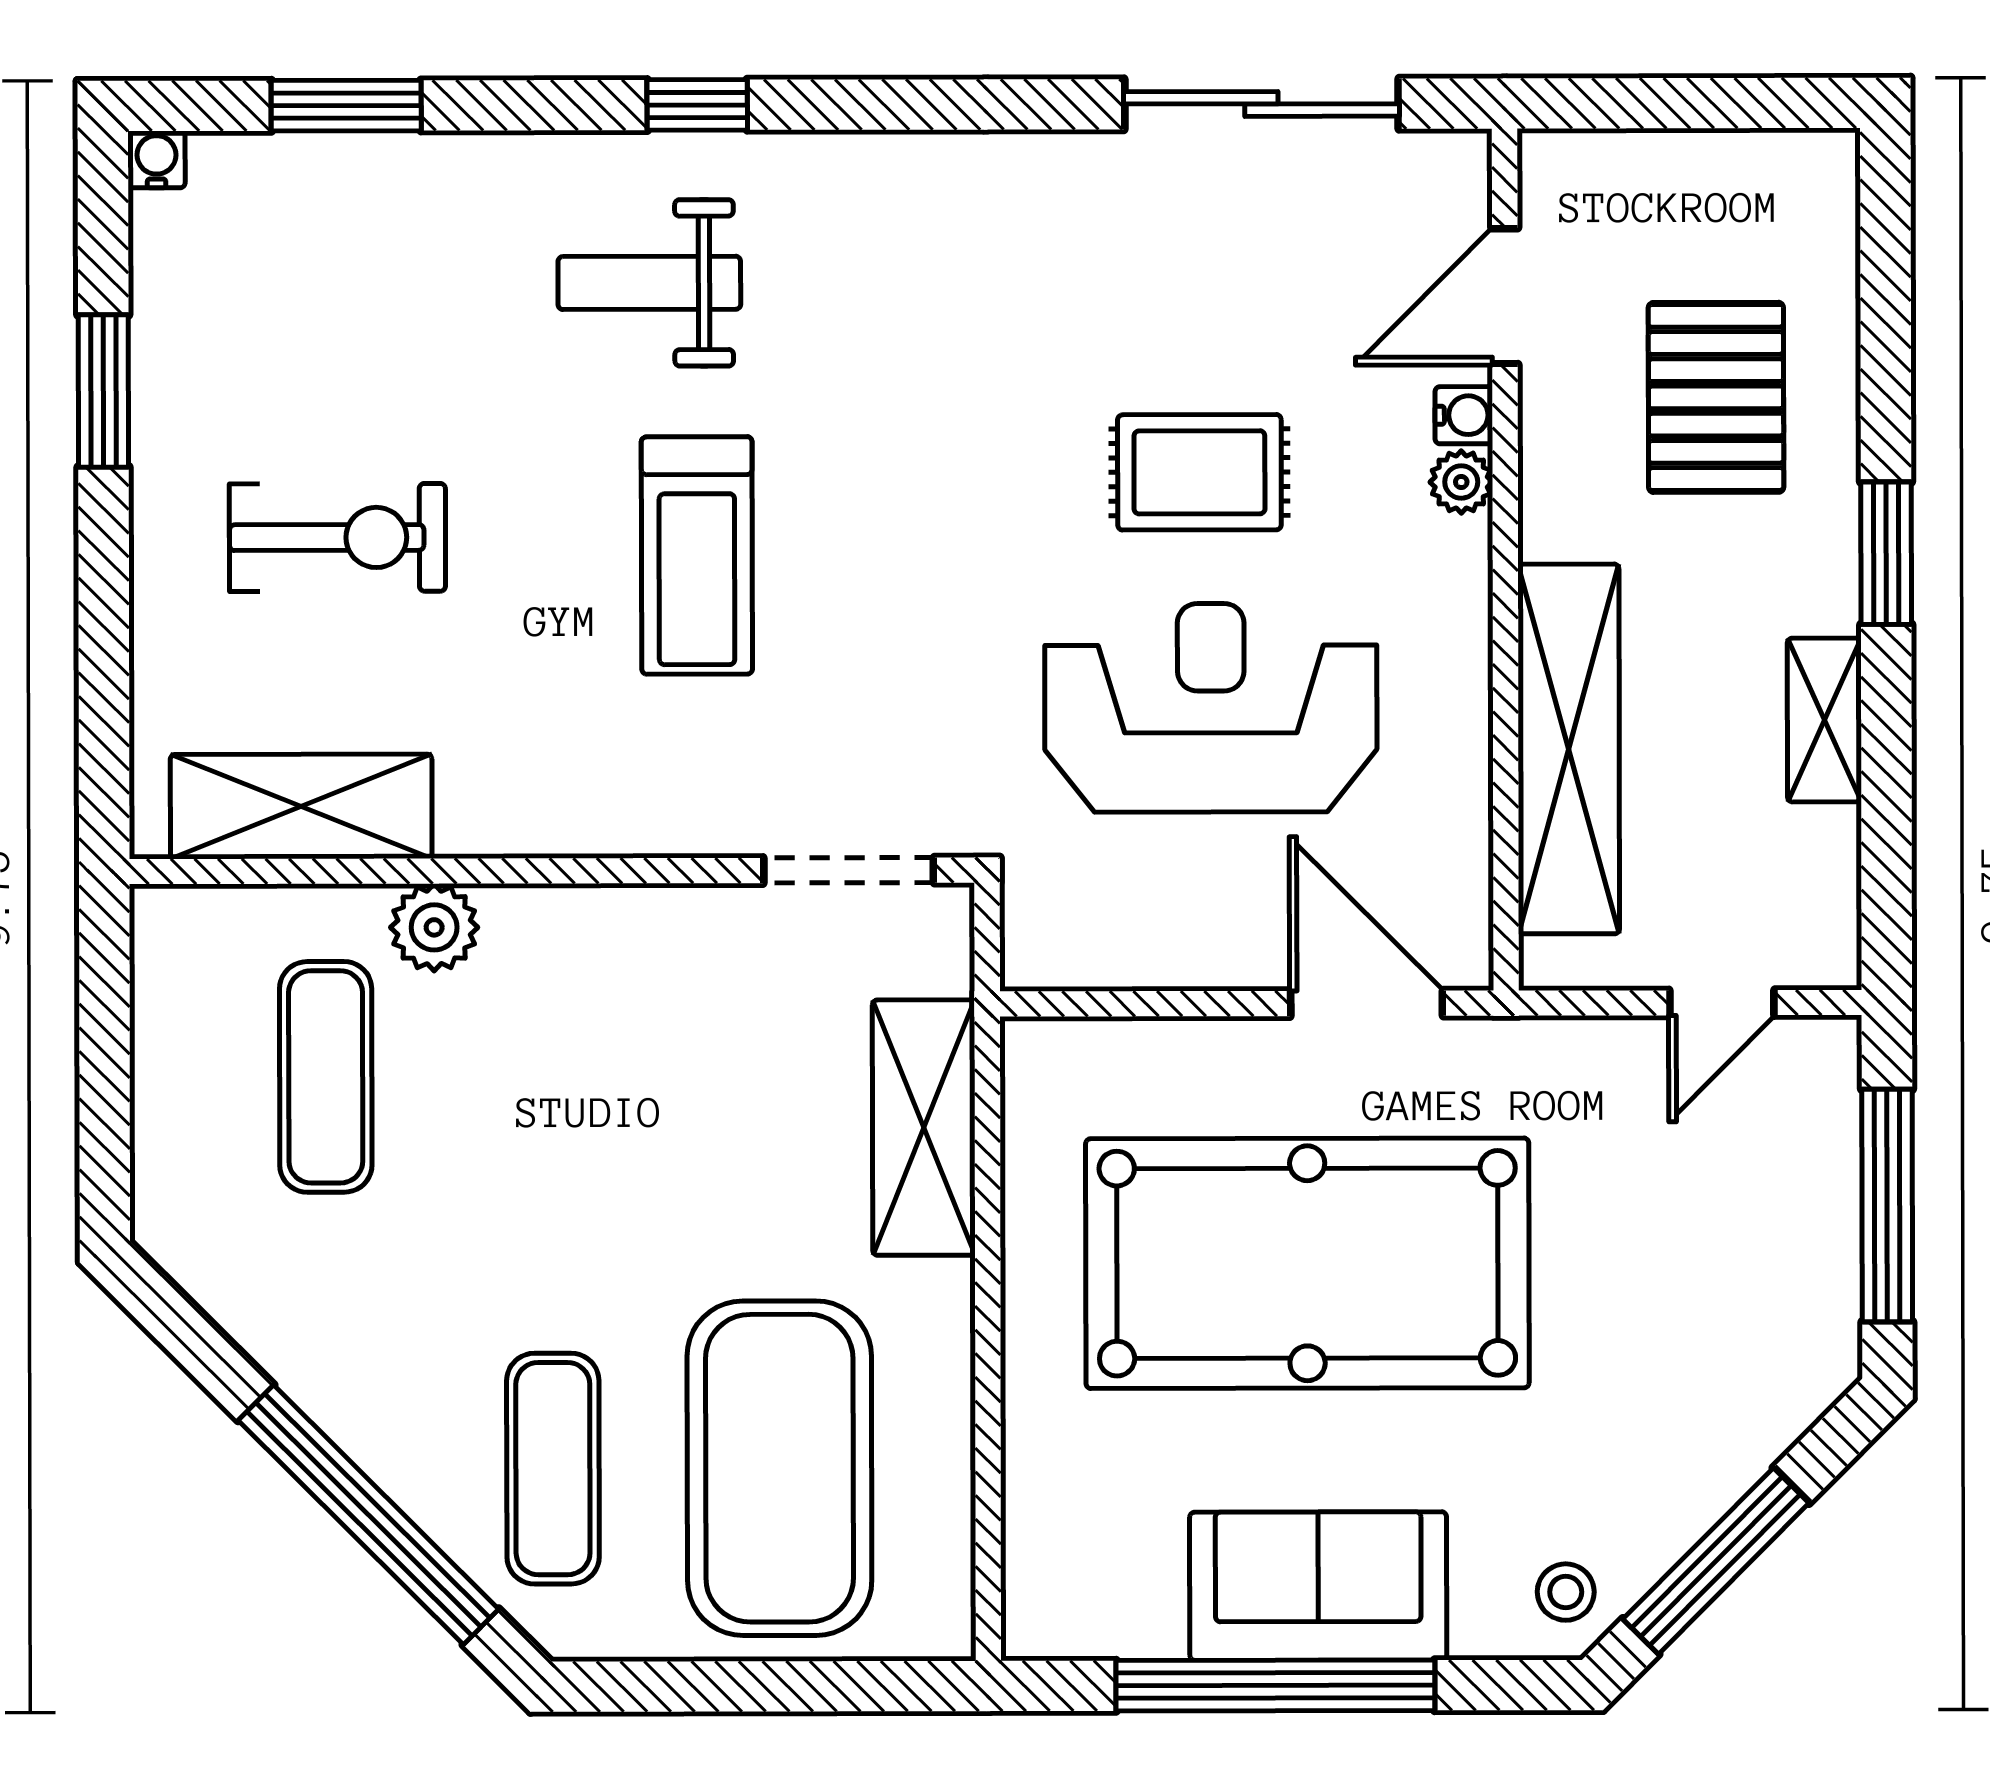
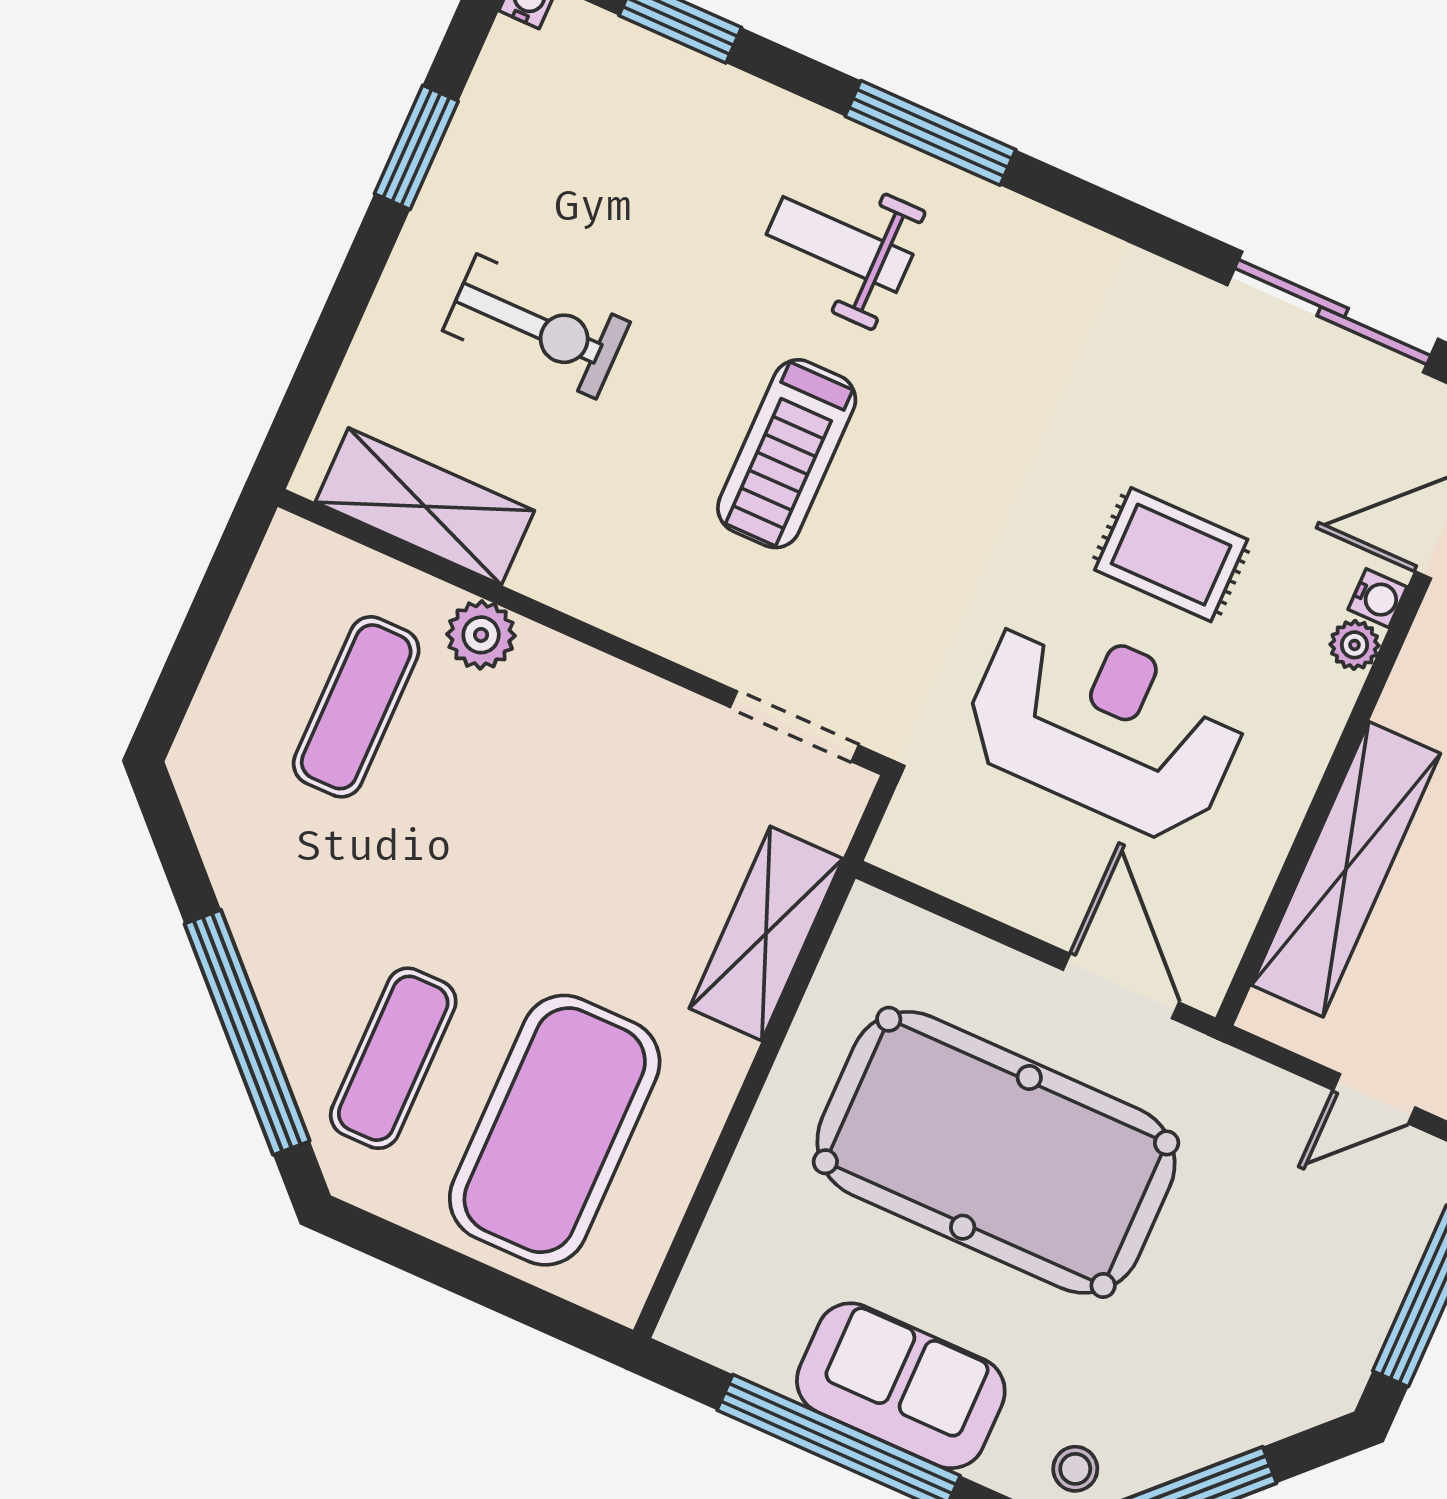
window: (697, 105) -> (930, 133), width x2.17

